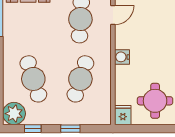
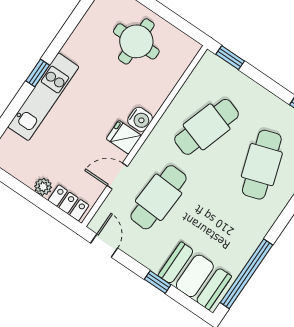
fridge: (123, 115) -> (124, 137), moved, turned 90
window: (70, 129) -> (230, 58), moved

